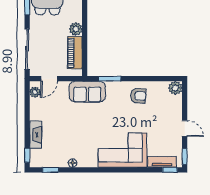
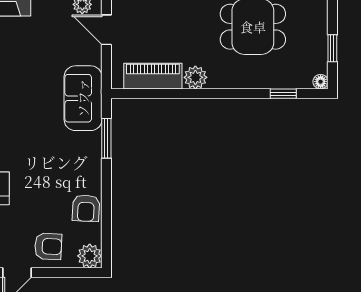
armchair: (138, 96) -> (86, 208), moved
armchair: (170, 111) -> (48, 246), added

